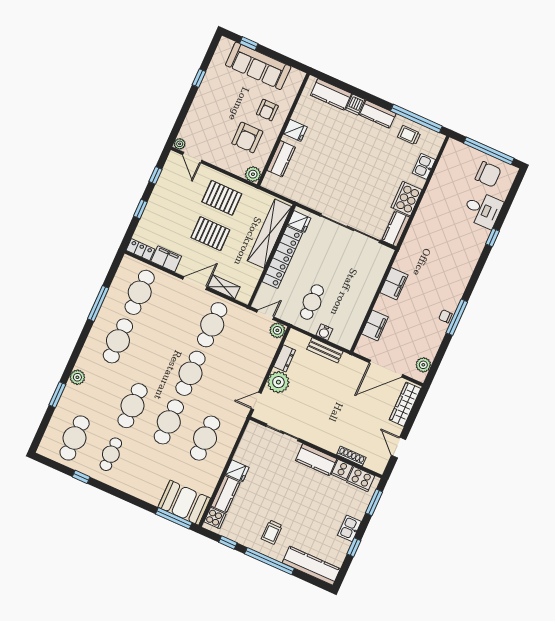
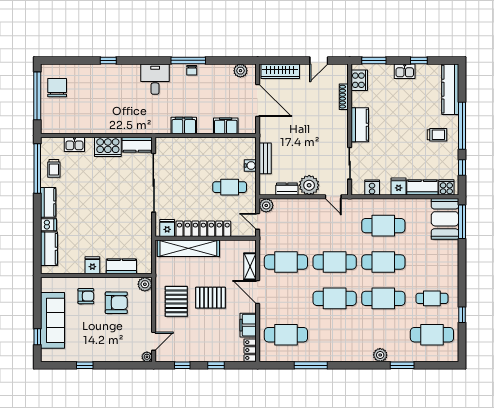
desk: (483, 210) -> (155, 79), moved
pallet: (210, 234) -> (210, 298), turned 90
cafe table: (118, 341) -> (335, 298), moved
cooker: (342, 470) -> (372, 188), moved, turned -90

